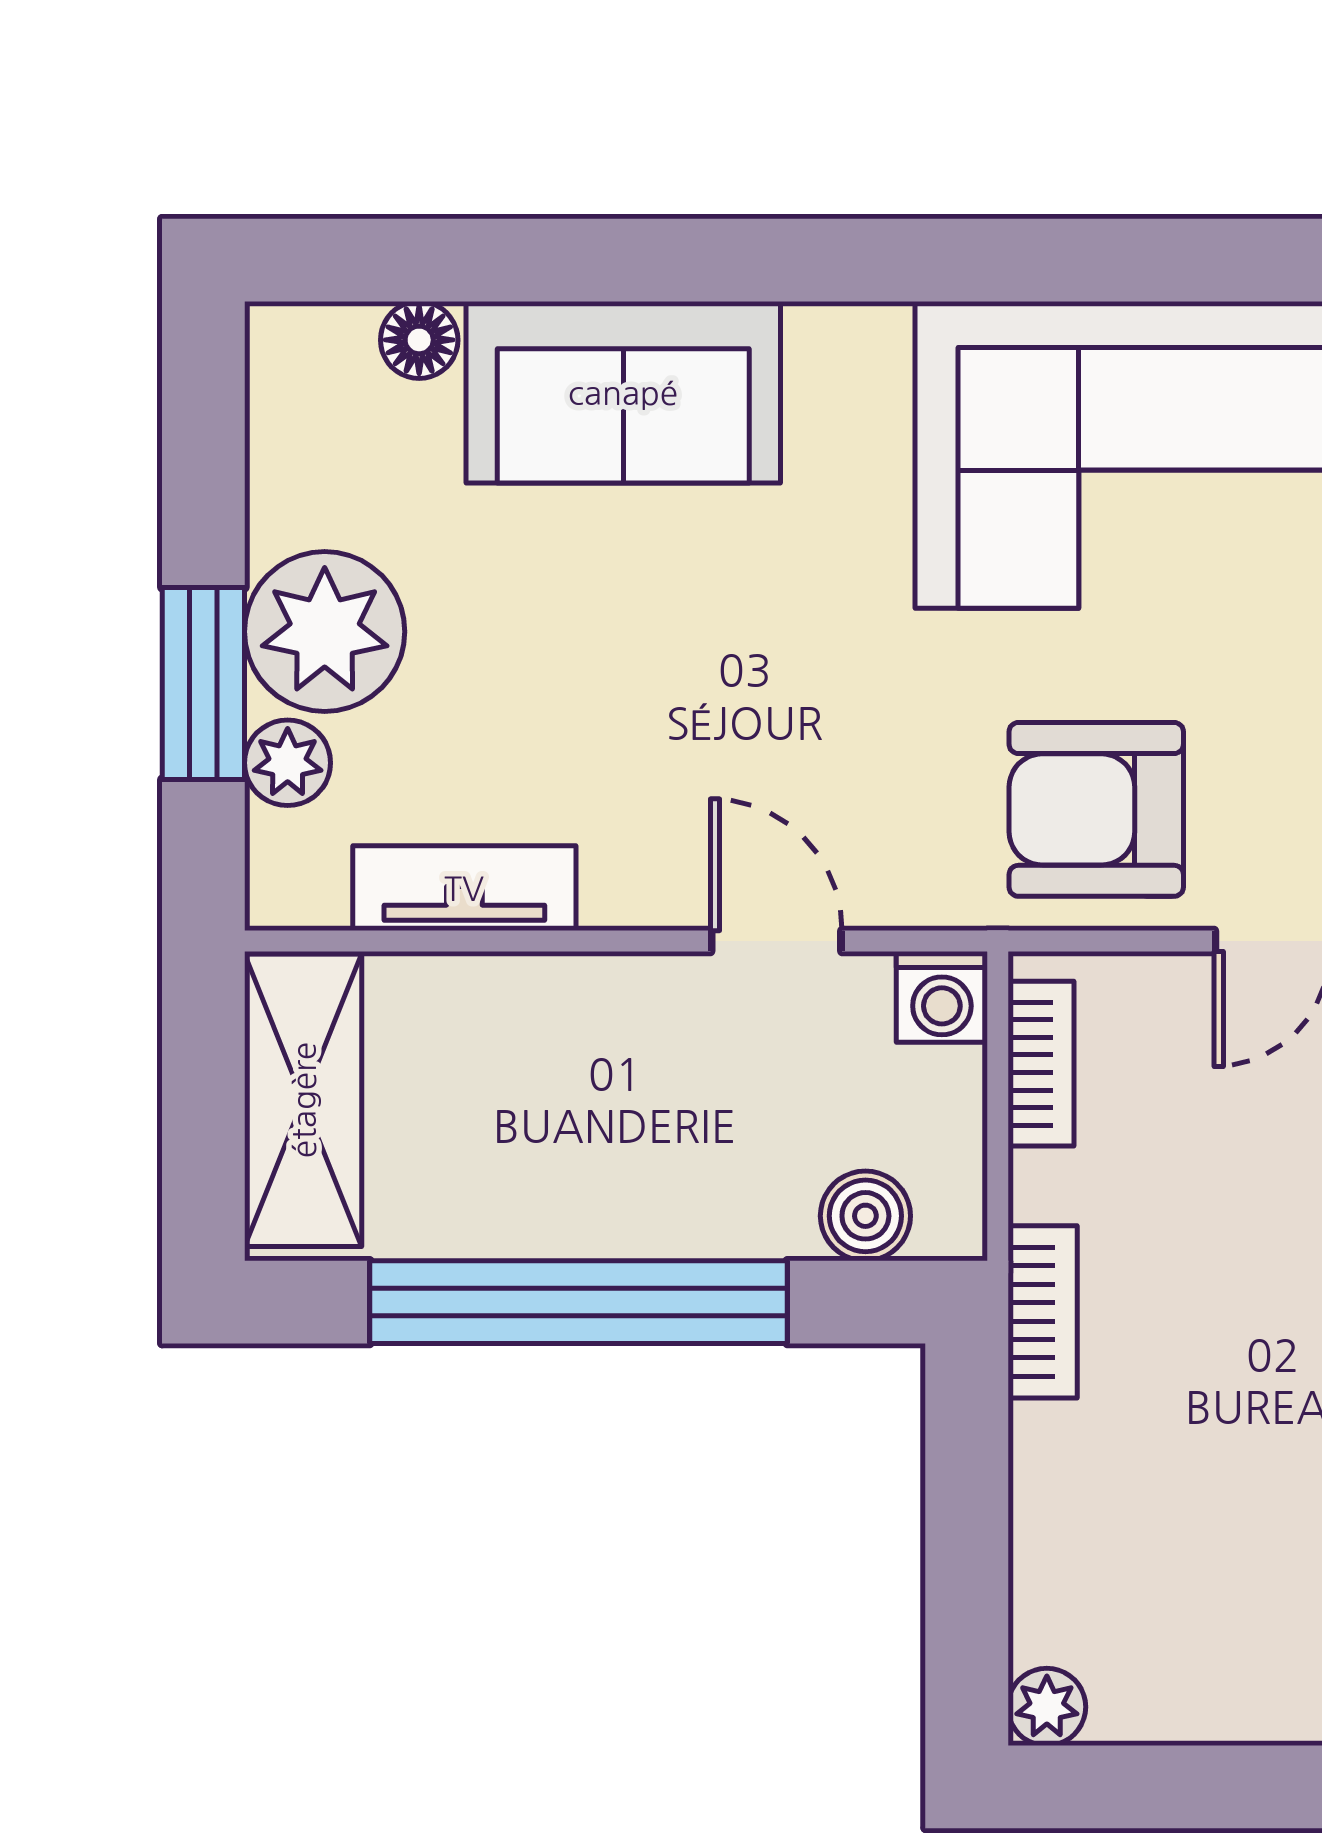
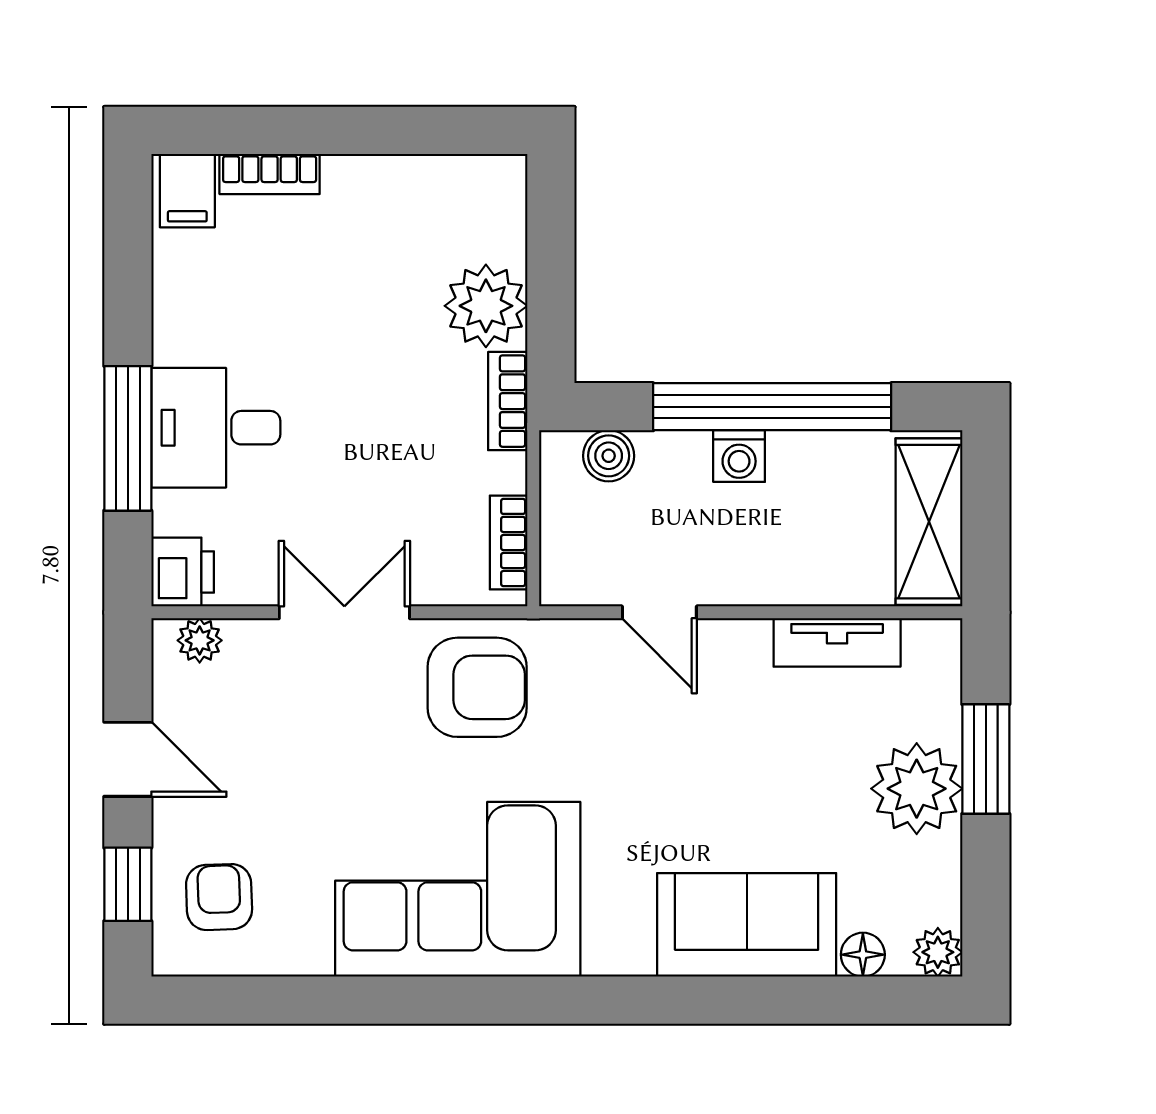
plant: (288, 763) -> (938, 952), moved
washing machine: (942, 997) -> (739, 456), moved, turned 180
plant: (1047, 1707) -> (486, 306), moved, width x1.88, depth x1.88

